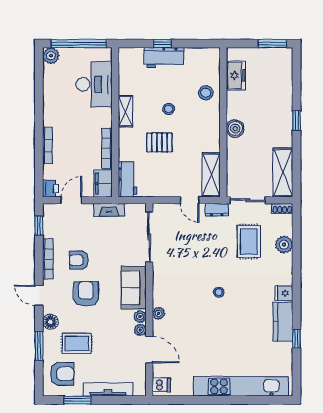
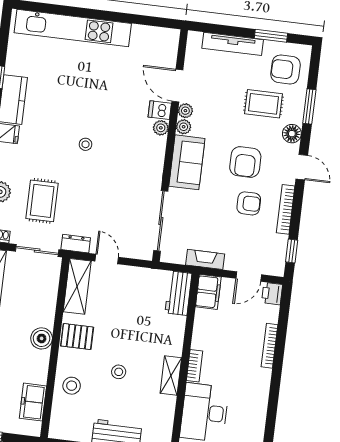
pallet: (159, 142) -> (77, 337), moved
bookcase: (107, 148) -> (194, 366), moved, width x0.64
dishwasher: (161, 385) -> (160, 110), moved

